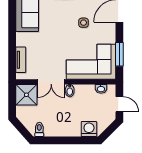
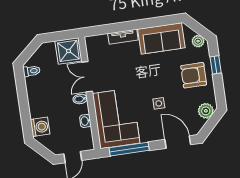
window: (119, 54) -> (129, 149), width x1.44
tv unit: (21, 60) -> (123, 37), moved
washbasin: (101, 89) -> (85, 121), moved

